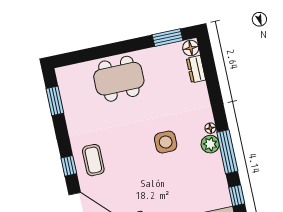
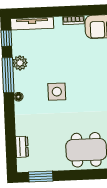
floor lamp: (191, 48) -> (23, 165), removed
plant: (210, 144) -> (20, 63), moved

